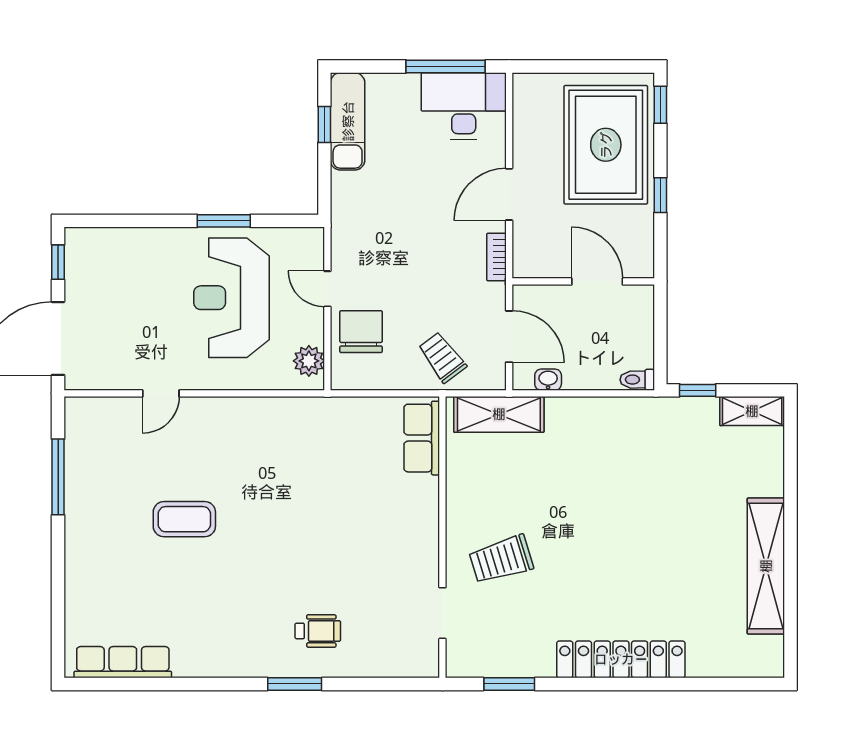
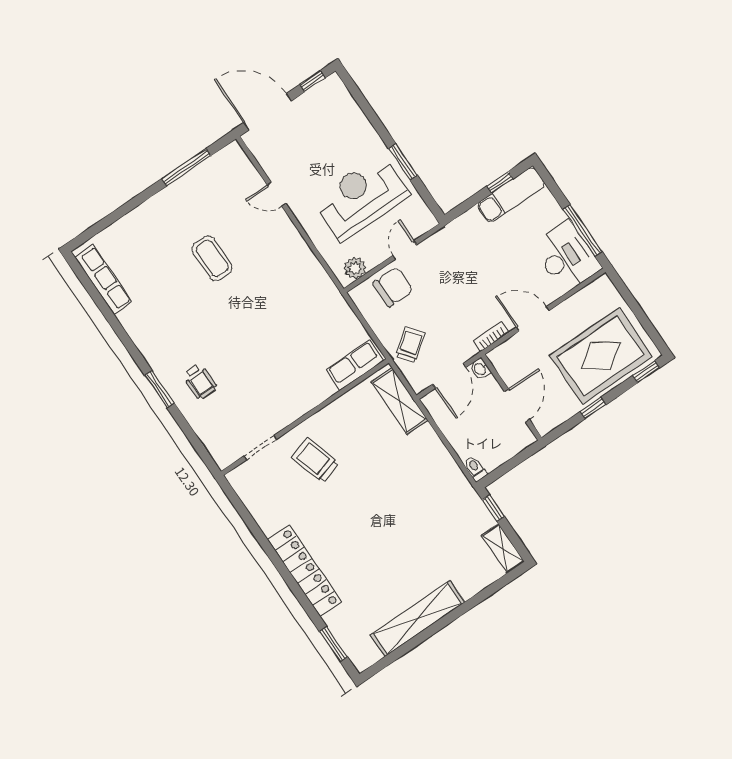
washbasin: (548, 380) -> (480, 369), moved, turned 180
window: (509, 684) -> (333, 644), moved

